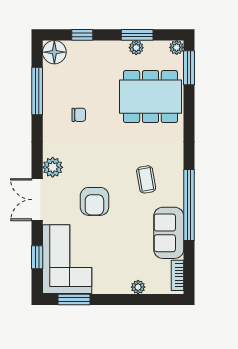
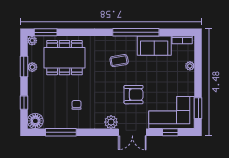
dining table: (151, 97) -> (64, 58), turned 90

